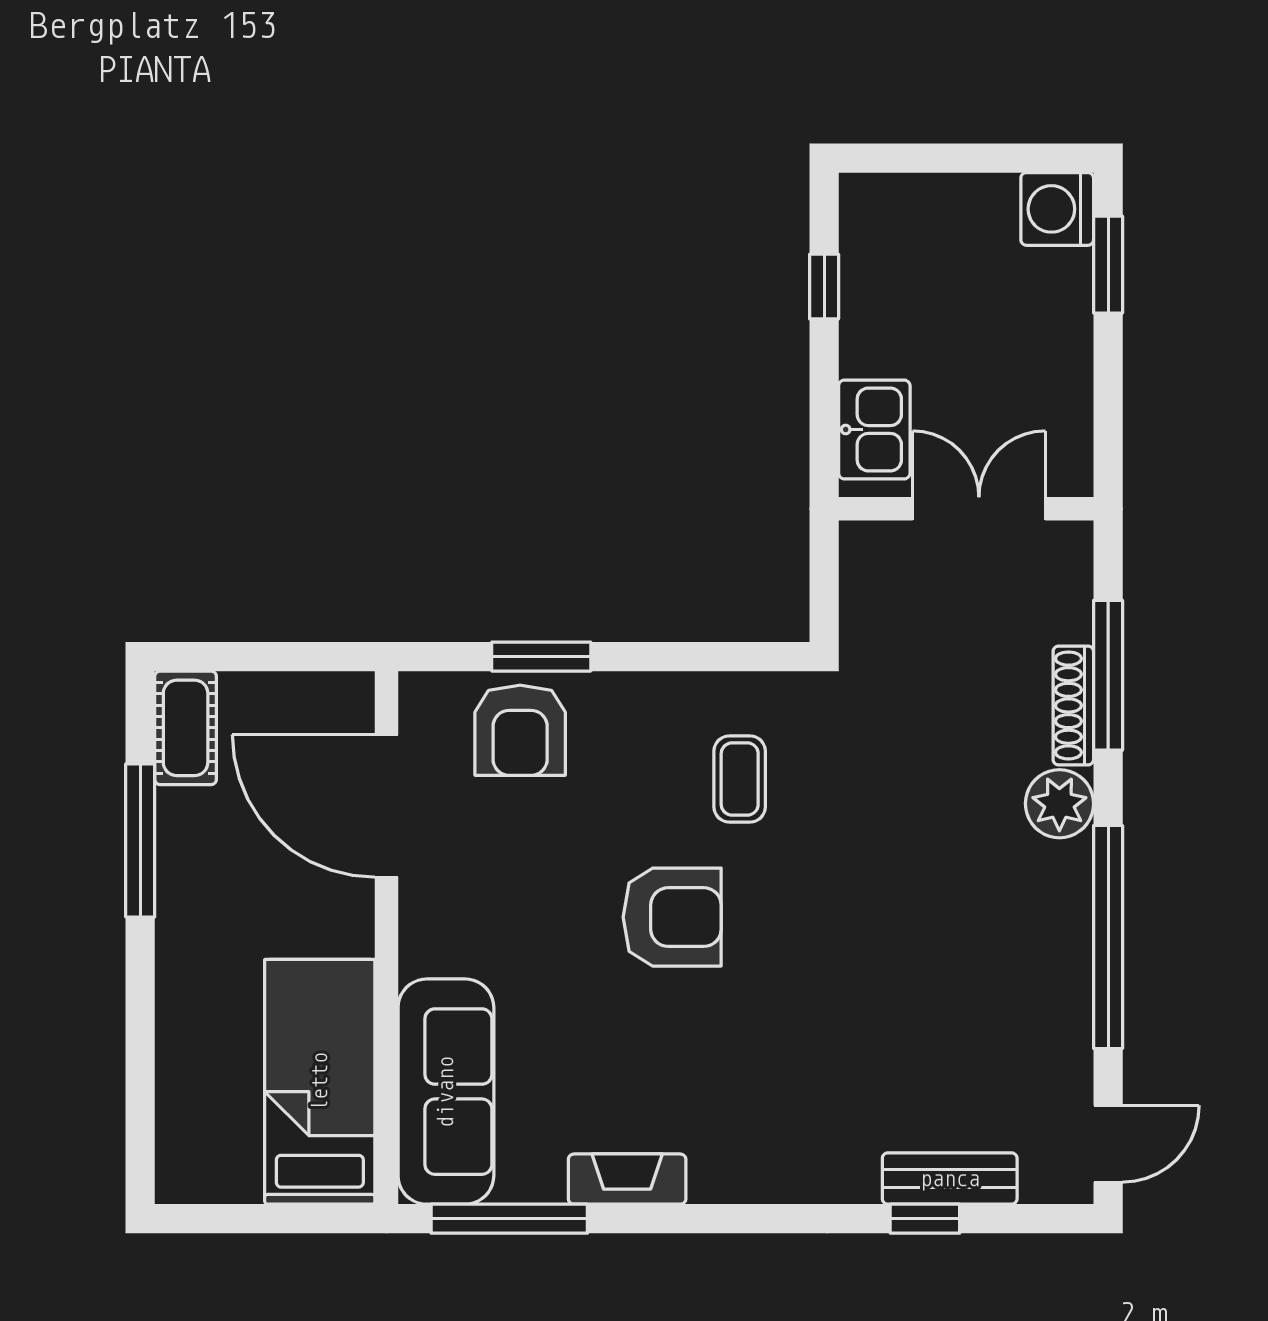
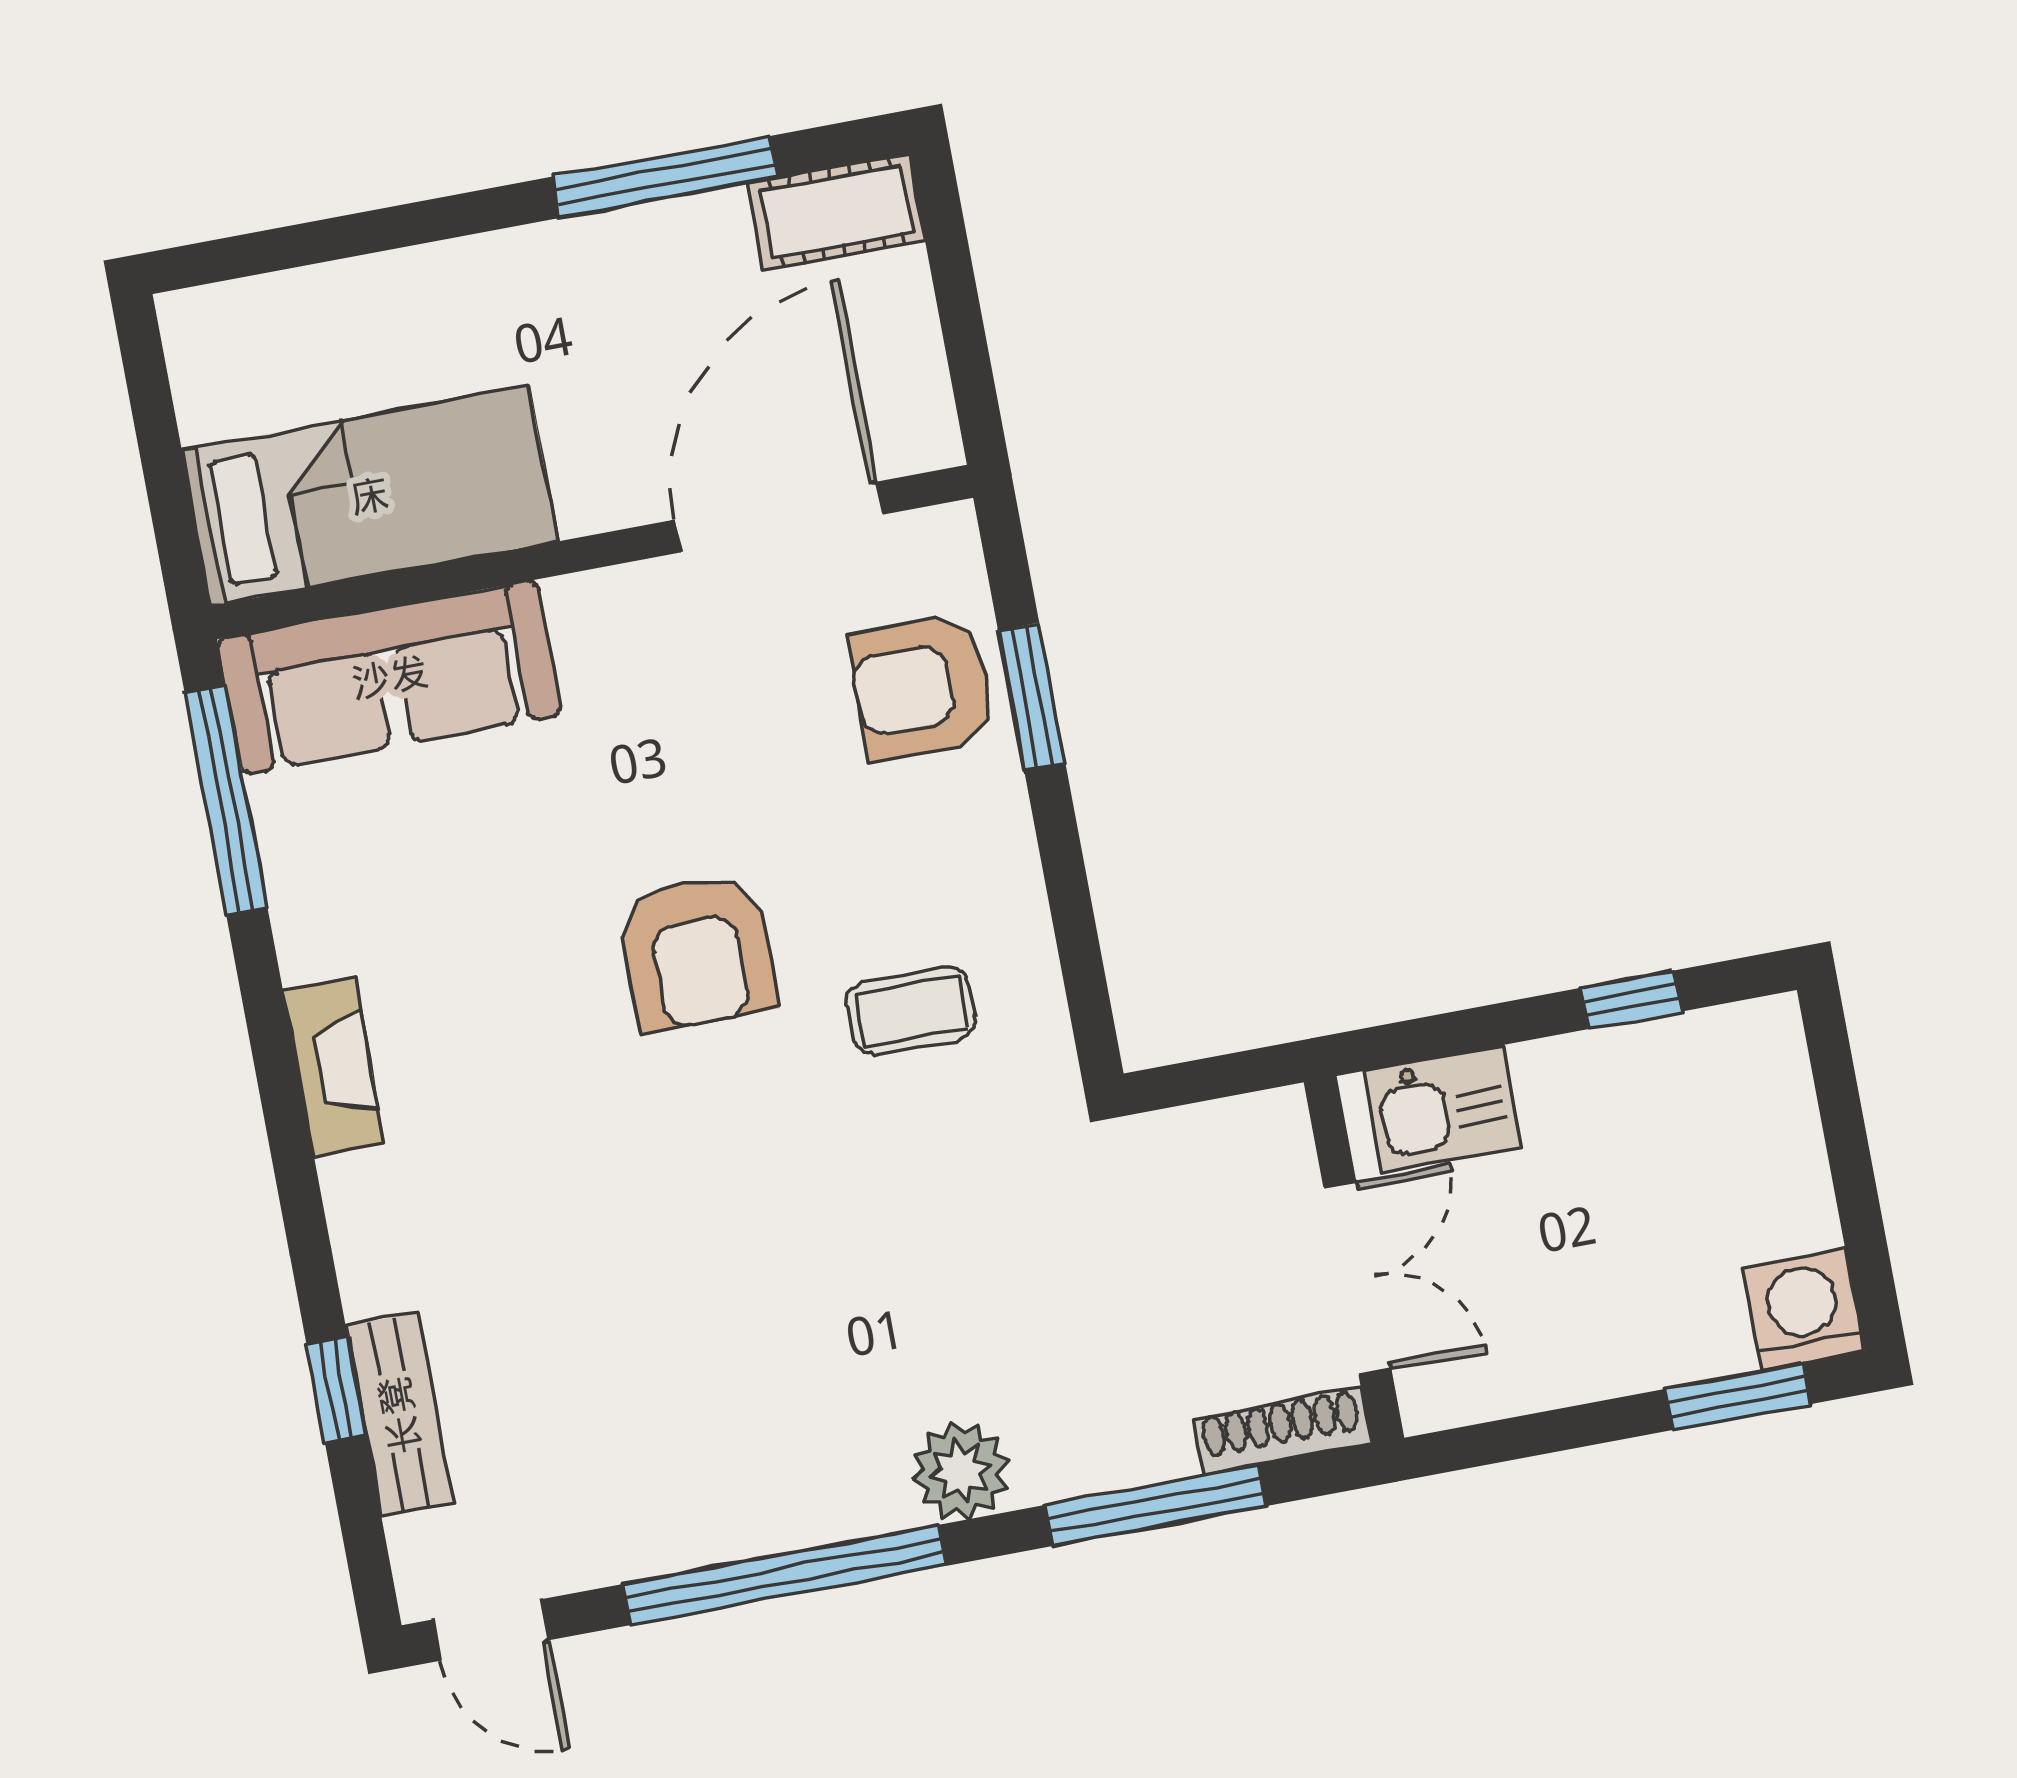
shoe rack: (1073, 705) -> (1282, 1431), moved
fireplace: (627, 1179) -> (334, 1066), moved

